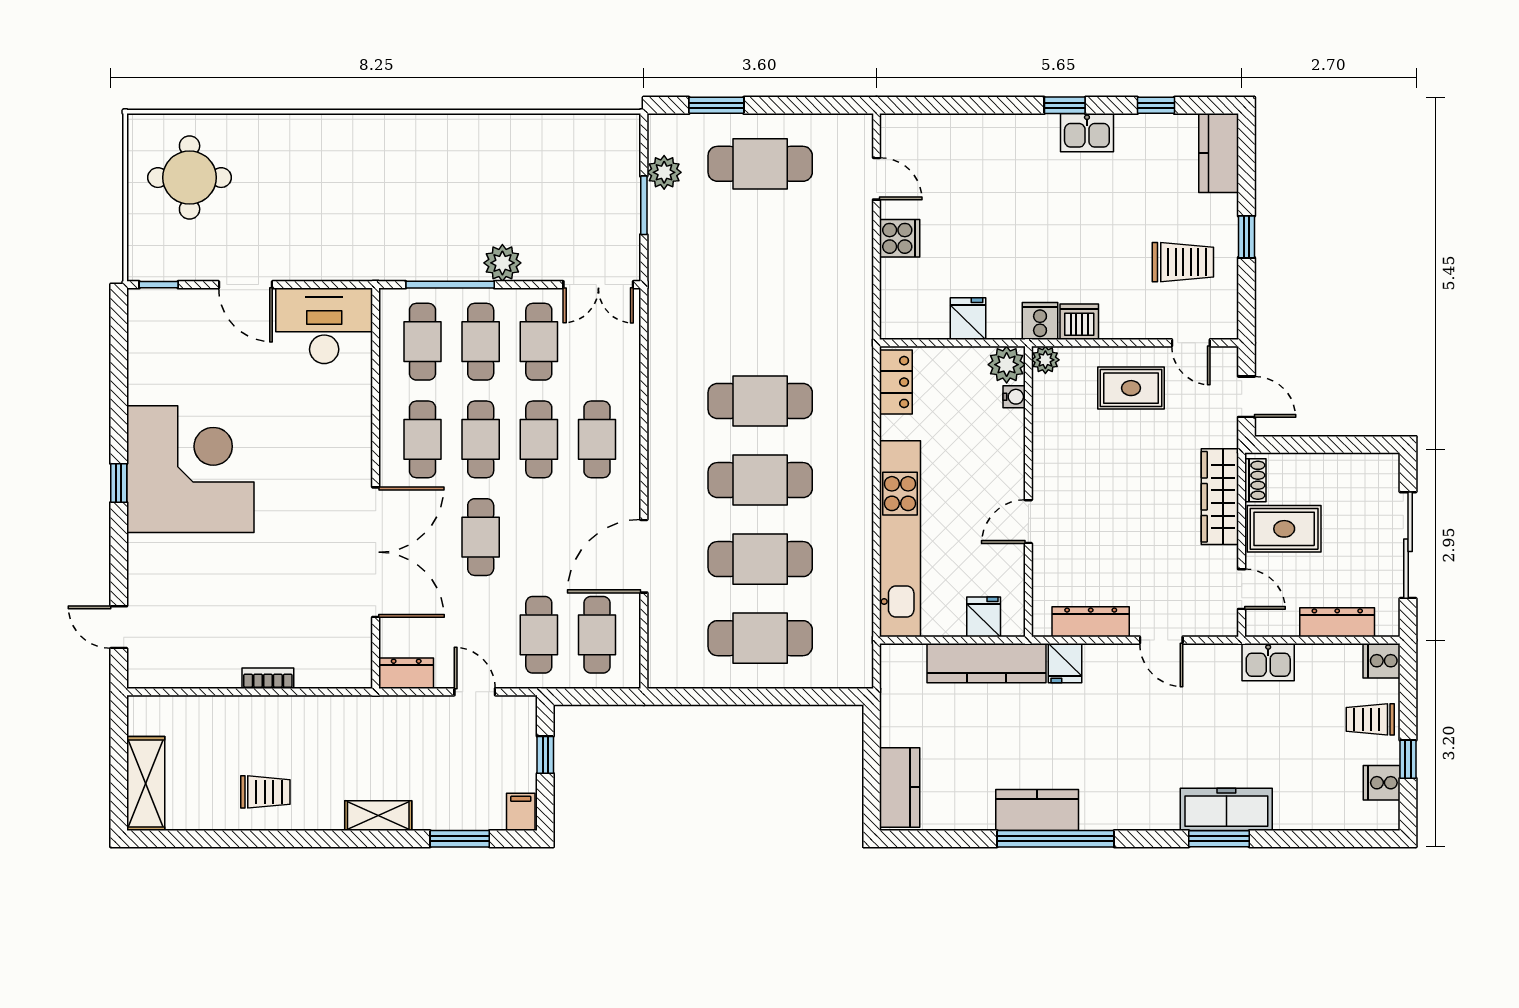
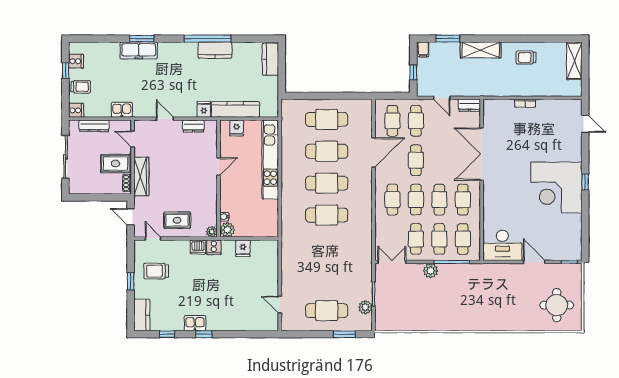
cooker: (900, 238) -> (270, 281), removed
locker: (896, 382) -> (272, 223), removed
cafe table: (481, 537) -> (416, 160), moved
dresser: (1091, 622) -> (193, 126), width x0.70
shelving: (378, 816) -> (481, 50), width x1.50, depth x1.33

